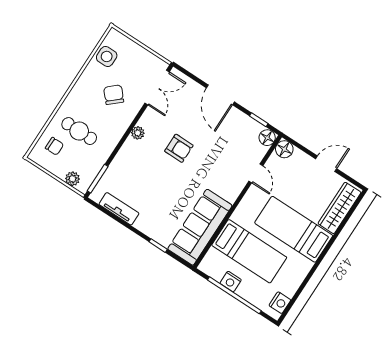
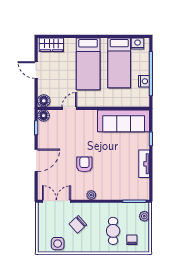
wardrobe: (339, 208) -> (51, 45), width x0.67
tv unit: (119, 209) -> (144, 164), moved
bed: (249, 251) -> (119, 63), moved, turned 180

